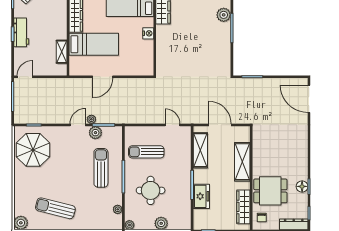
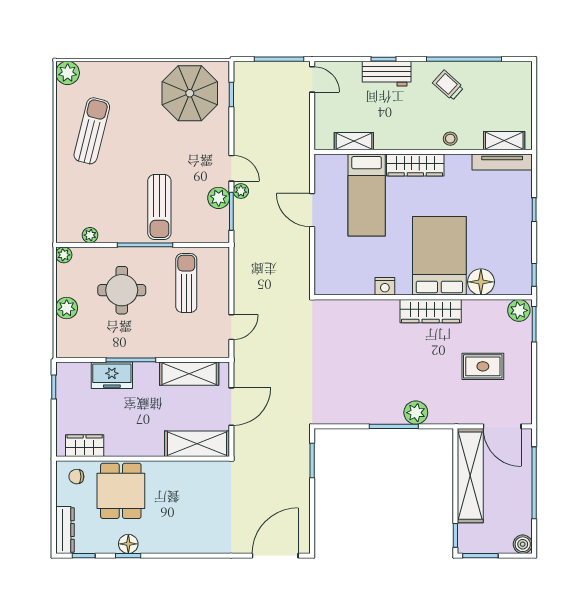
shelving: (242, 162) -> (197, 444), moved
sun lounger: (101, 168) -> (159, 207), turned 90
wardrobe: (243, 207) -> (85, 446), width x0.67

